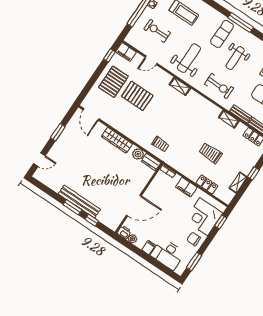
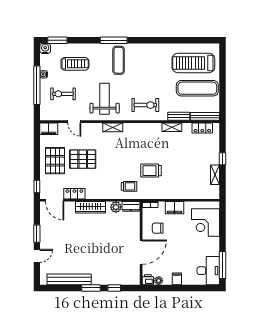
window: (241, 23) -> (114, 40), moved
window: (109, 55) -> (37, 186), moved
weight bench: (235, 58) -> (143, 73), removed
door: (151, 60) -> (74, 122), hinge flipped
trolley: (211, 153) -> (151, 171), moved
door: (39, 160) -> (37, 256), moved
locker: (207, 184) -> (74, 194), moved
bench: (79, 202) -> (69, 279), moved
window: (221, 222) -> (223, 217), removed
chair: (194, 239) -> (158, 228), moved
desk: (168, 254) -> (208, 271), moved, turned -90
window: (194, 262) -> (223, 265), width x1.44

